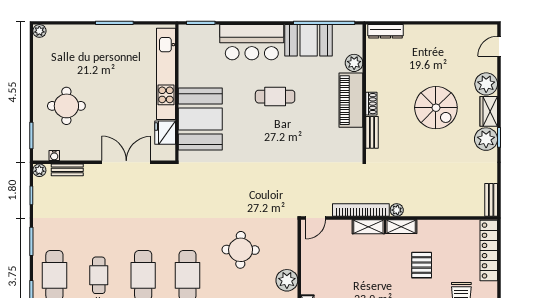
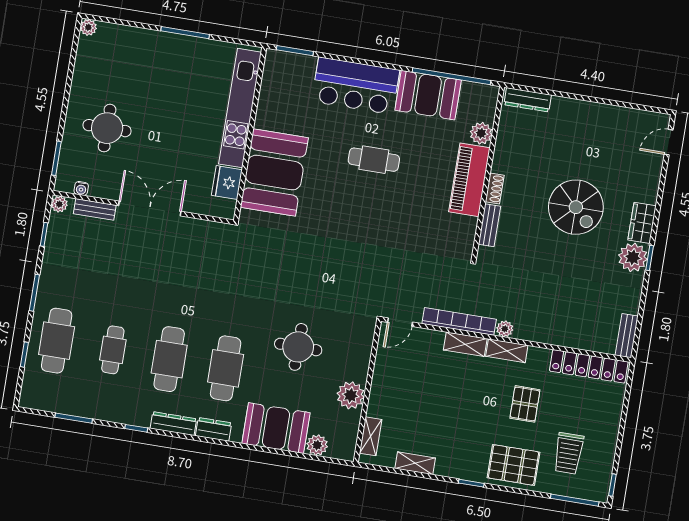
plant: (486, 84) -> (645, 187), removed
double door: (126, 162) -> (150, 209), moved
locker: (489, 251) -> (589, 366), moved, turned -90

